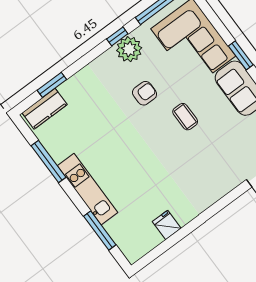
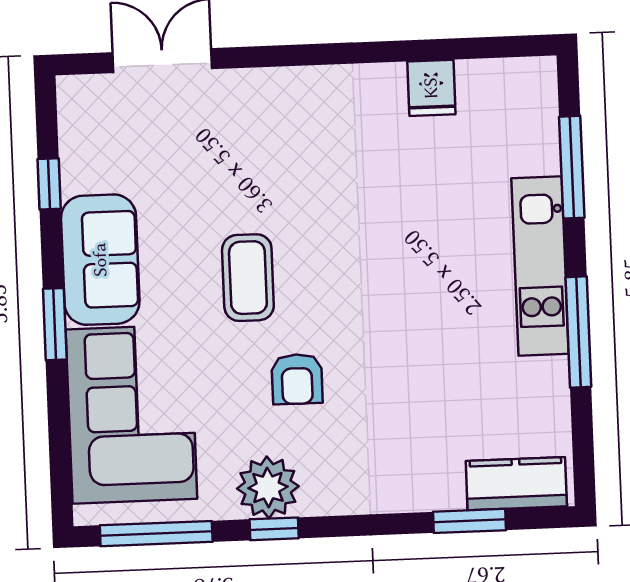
armchair: (145, 93) -> (297, 379), turned -90
coffee table: (185, 117) -> (248, 278), width x1.36, depth x1.30
window: (48, 162) -> (578, 332), moved

